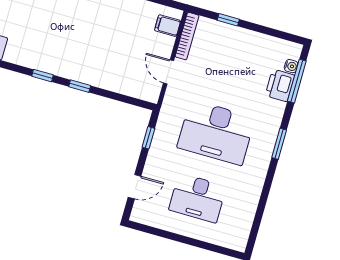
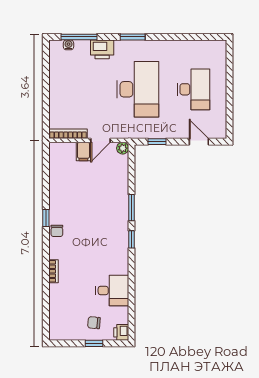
window: (228, 20) -> (46, 105), removed
filing cabinet: (168, 26) -> (83, 152), moved
printer: (280, 85) -> (102, 49), moved
window: (80, 86) -> (132, 208), width x1.50
plant: (152, 95) -> (123, 148), added

